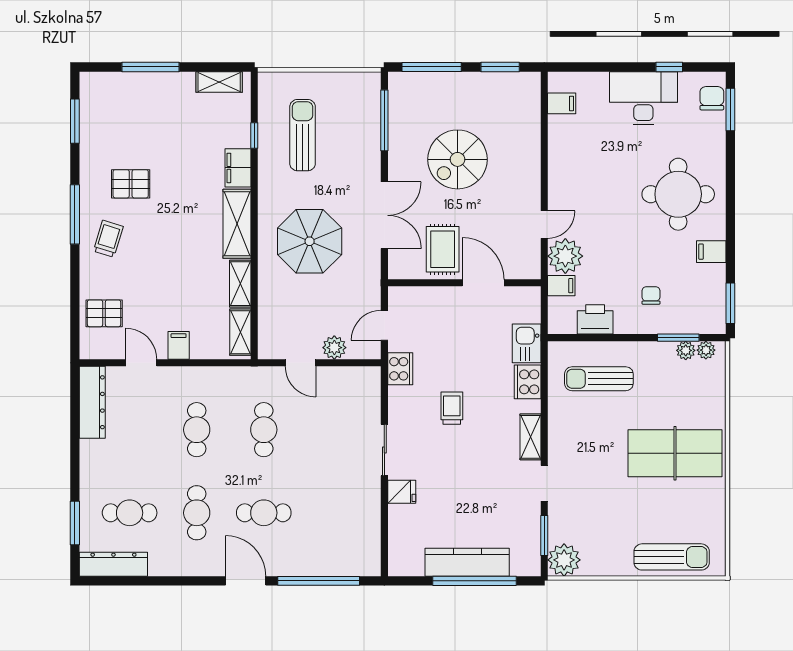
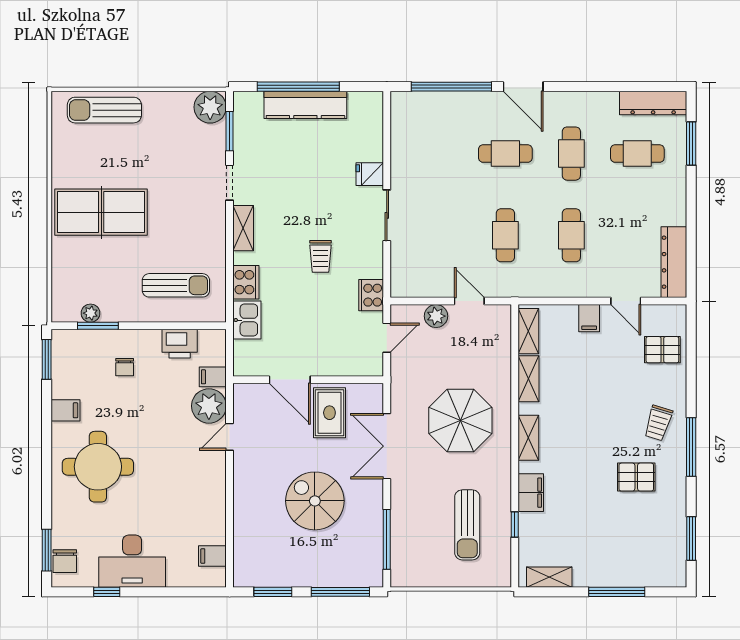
spiral stairs: (458, 159) -> (315, 501), turned -90
shelving: (237, 224) -> (528, 438), width x0.67, depth x0.75
plant: (706, 350) -> (71, 313), removed

